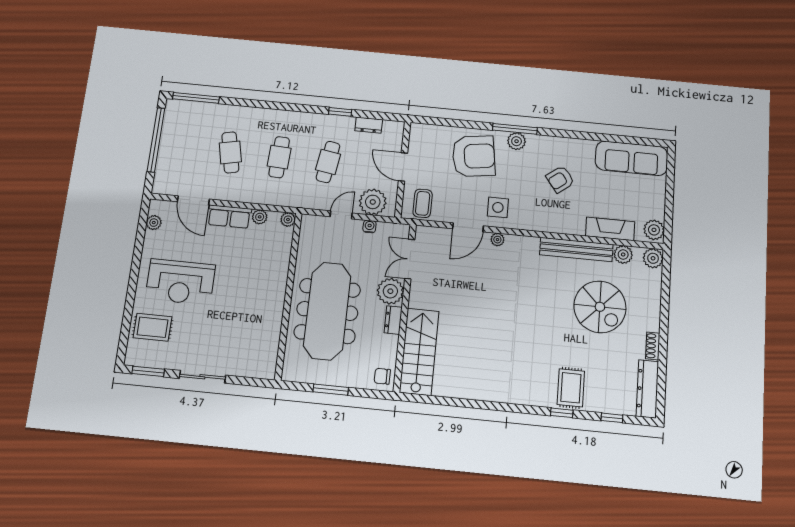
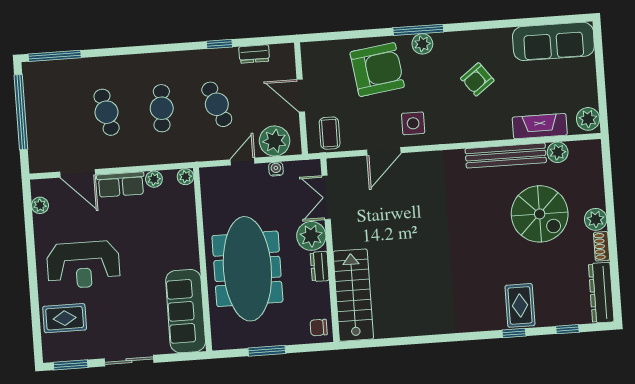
cafe table: (328, 162) -> (217, 104), turned -30
plant: (497, 240) -> (418, 159), removed
plant: (653, 258) -> (596, 219), moved
sofa: (264, 340) -> (186, 311), added

